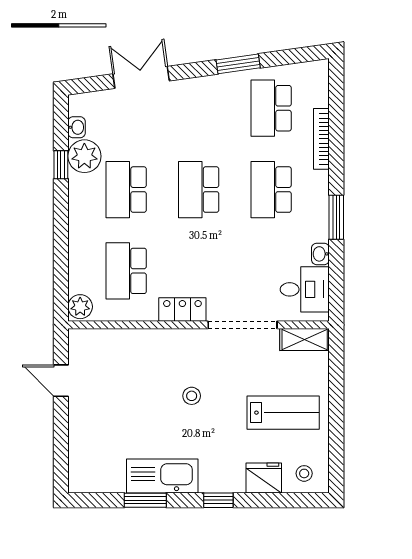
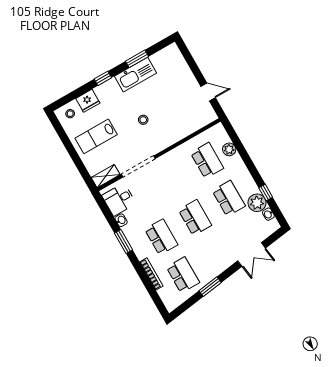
plant: (80, 307) -> (229, 149), moved
locker: (182, 309) -> (171, 158), removed

